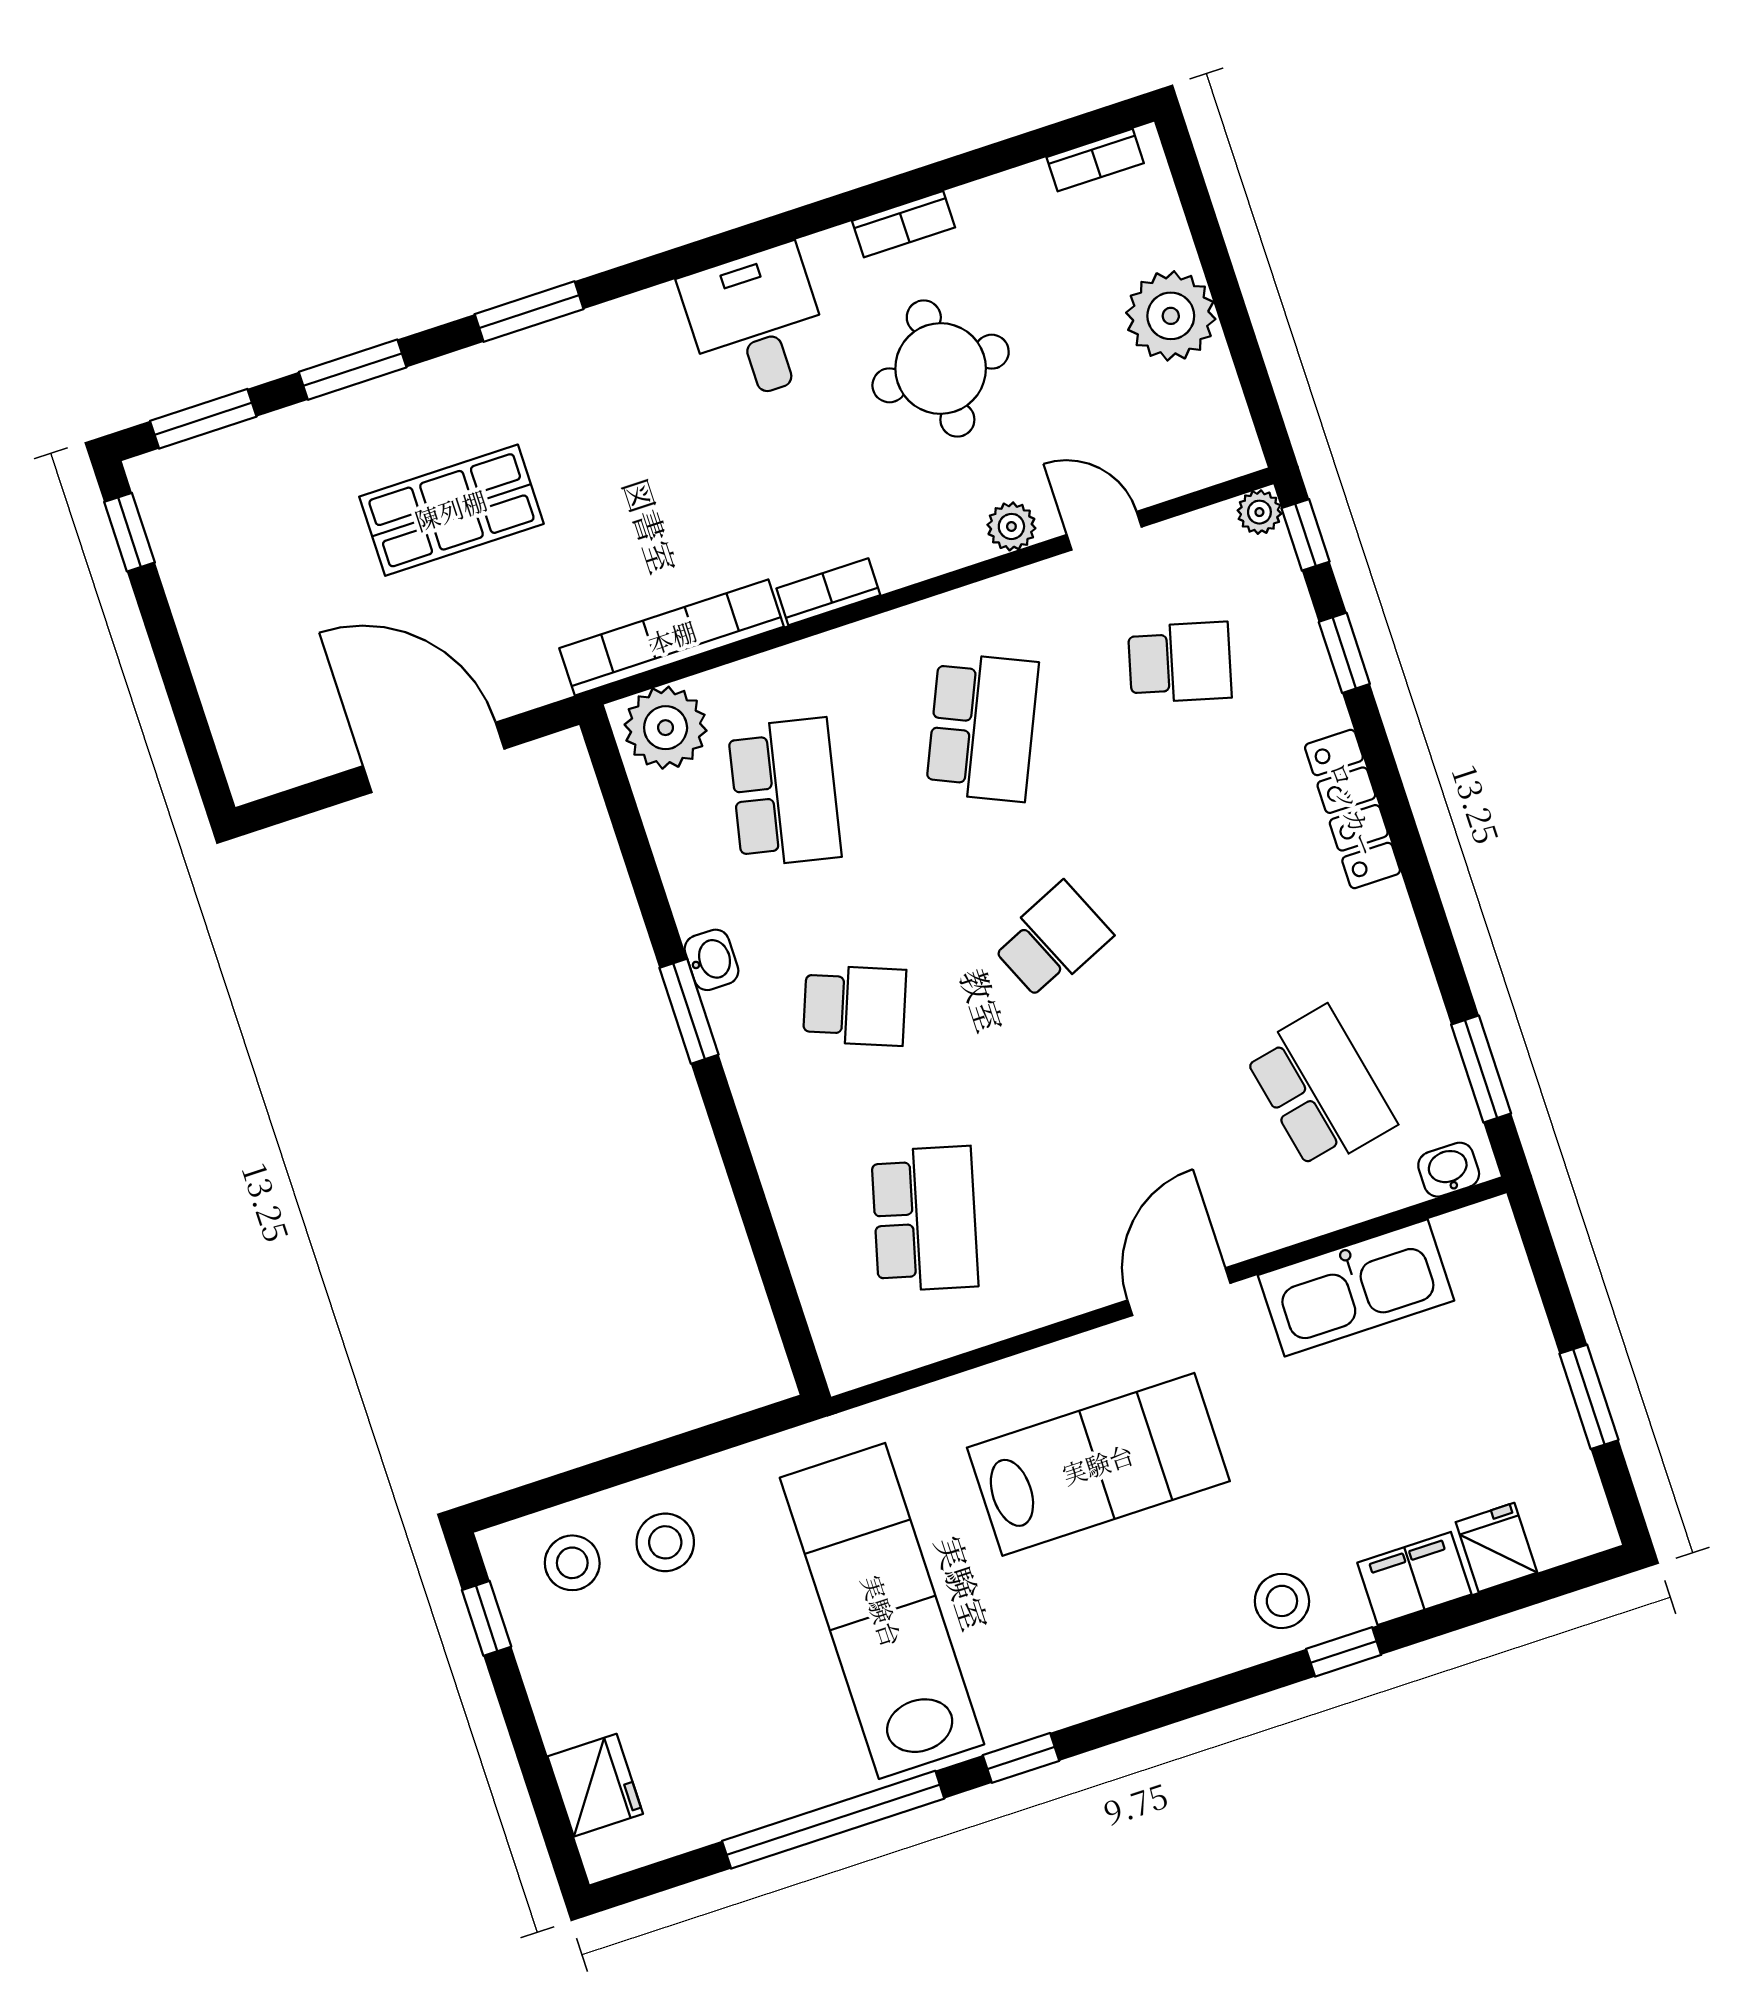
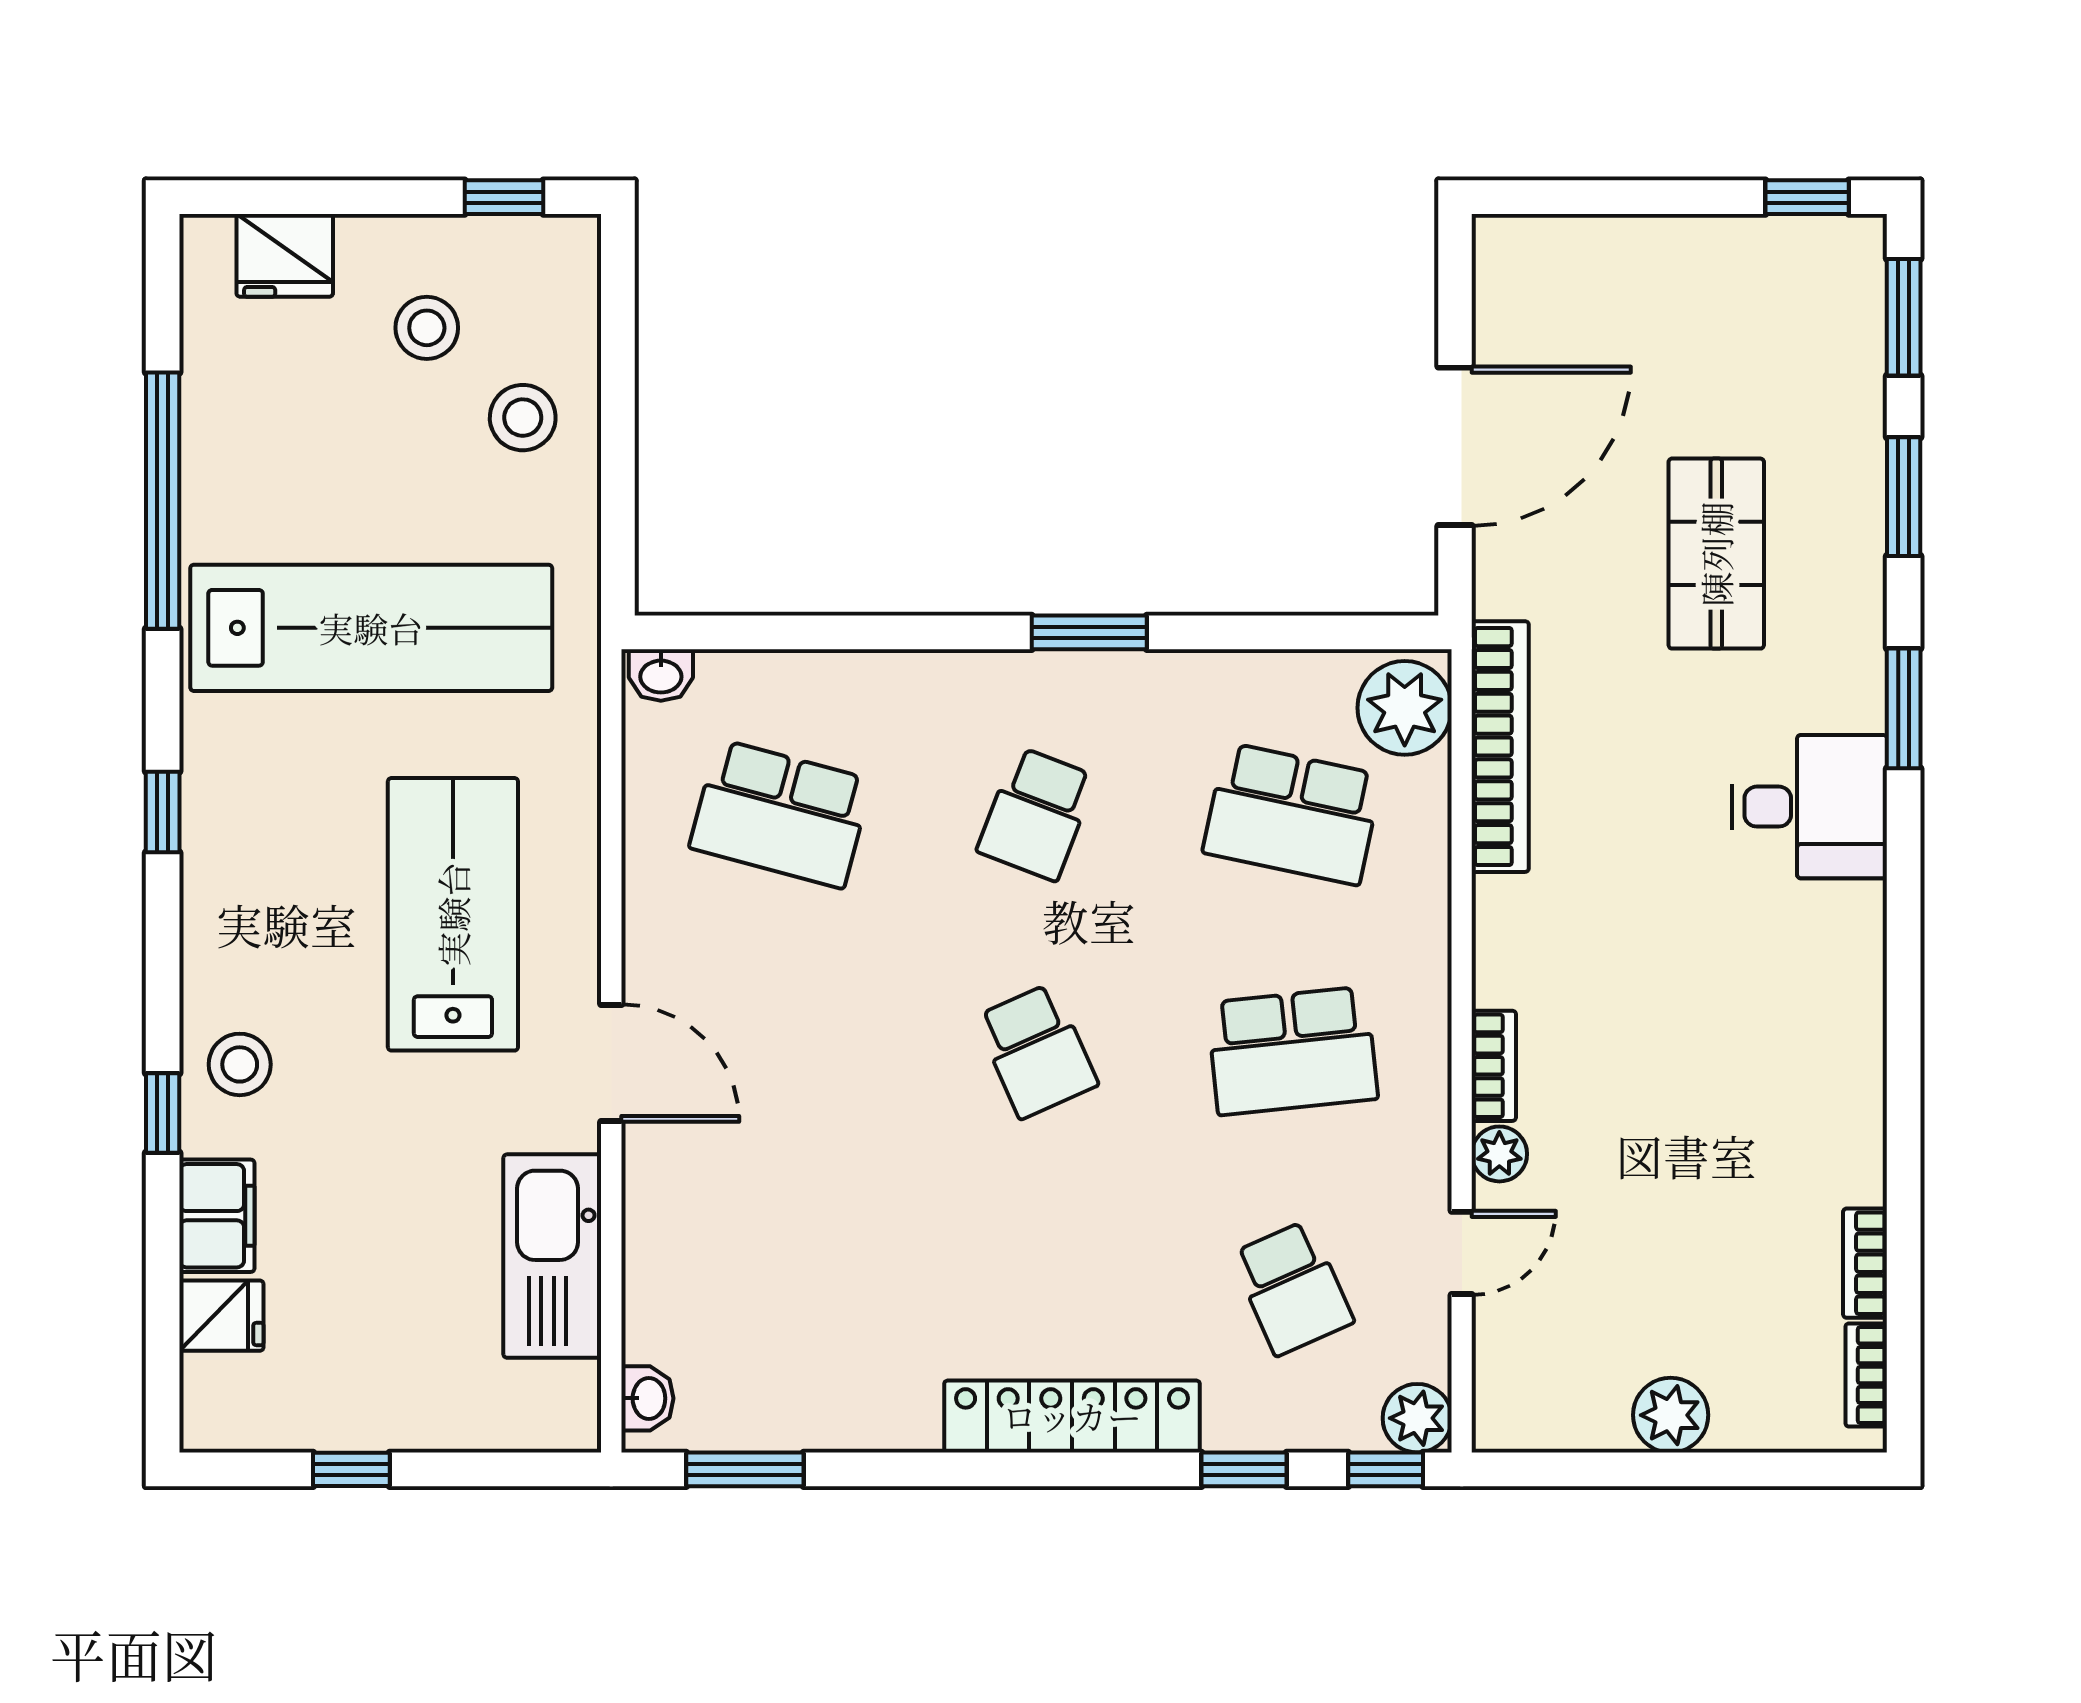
bookcase: (904, 224) -> (1865, 1263), moved
plant: (1171, 316) -> (1671, 1415), width x0.73, depth x0.73
desk: (756, 324) -> (1810, 807), moved
round table: (941, 368) -> (1696, 1134), removed
plant: (1259, 512) -> (1417, 1418), width x1.38, depth x1.38
bookcase: (828, 592) -> (1494, 1066), moved
school desk: (1180, 662) -> (1292, 1288), turned -39
school desk: (982, 727) -> (1292, 1051), turned -30
locker: (1353, 809) -> (1072, 1416), width x1.41, depth x1.21
washbasin: (711, 960) -> (661, 675), moved
school desk: (1320, 1089) -> (781, 1288), removed
window: (1589, 1397) -> (351, 1469), width x0.67
lab bench: (1098, 1464) -> (453, 914), turned 180
stool: (572, 1563) -> (427, 328), moved
window: (1021, 1758) -> (163, 812), moved

